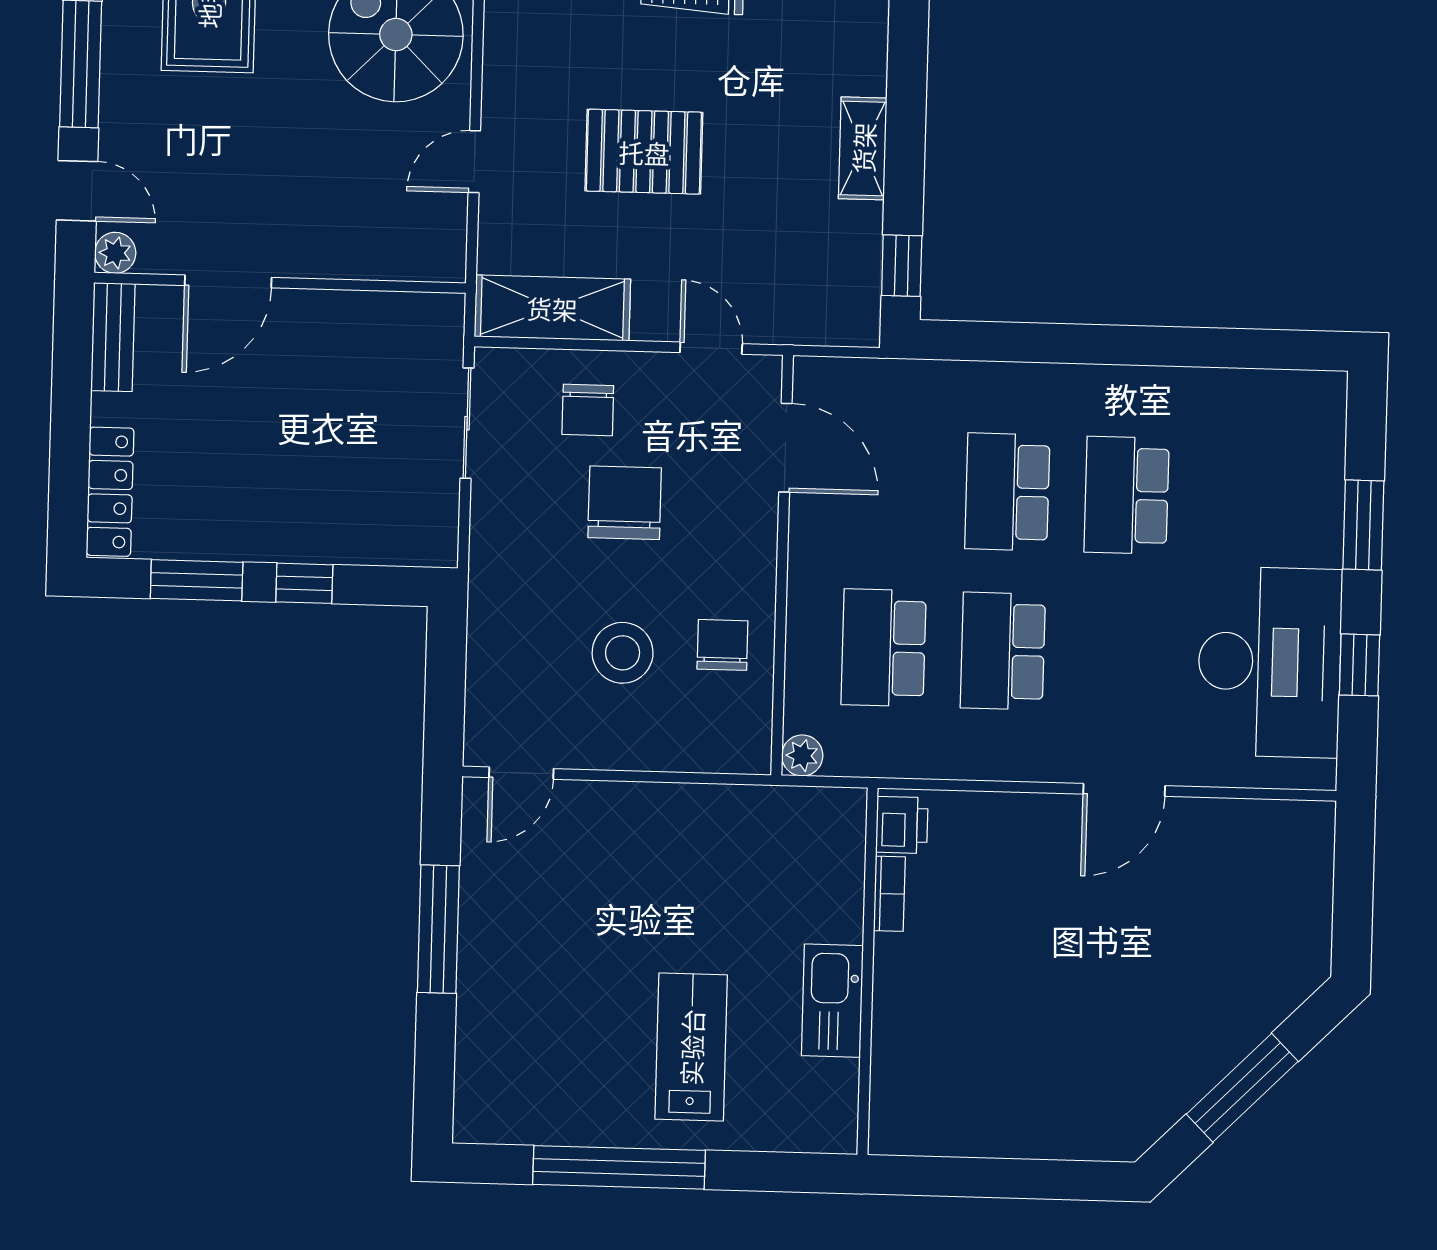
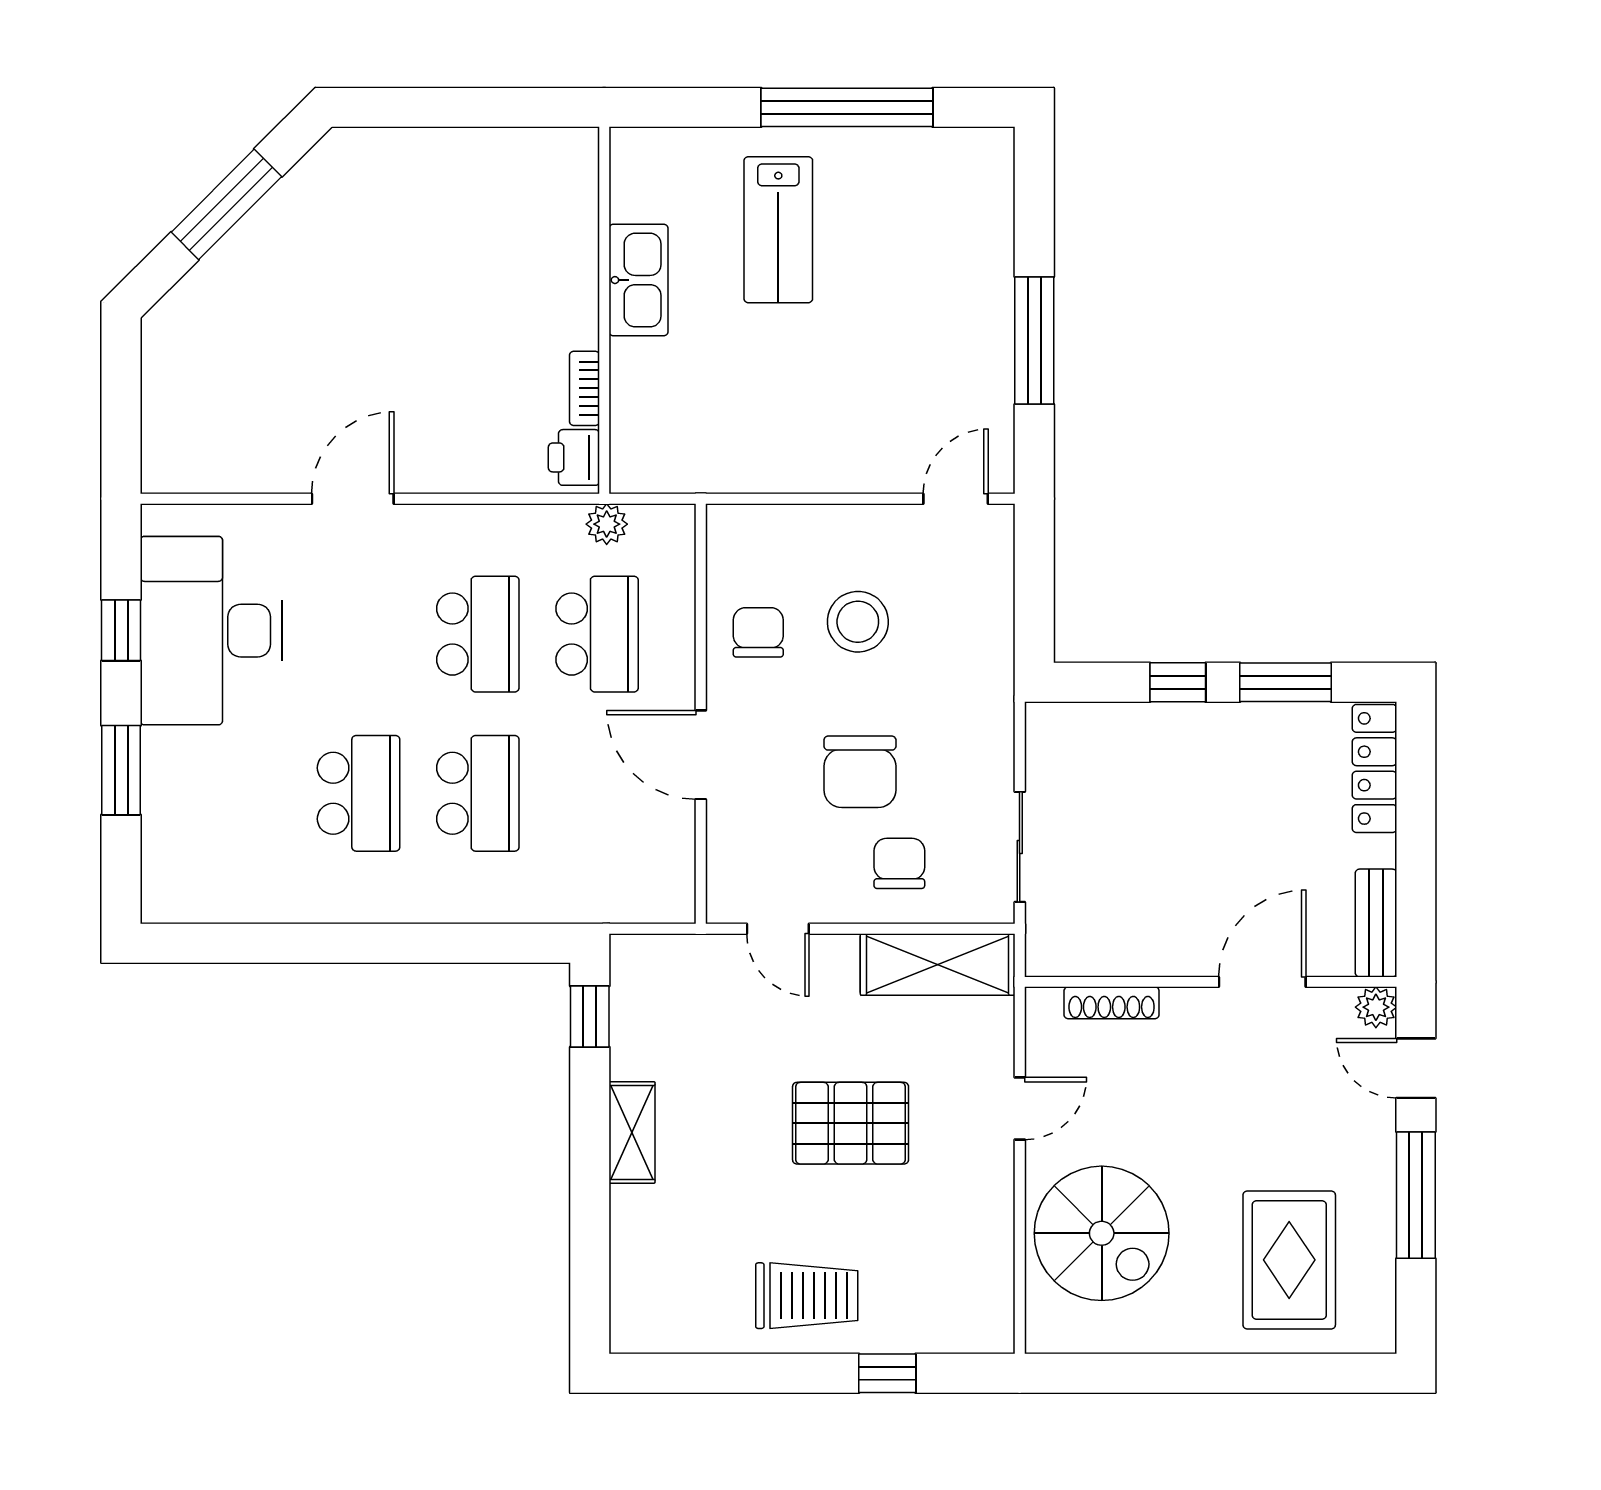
shoe rack: (380, 265) -> (1112, 1003), added
door: (785, 448) -> (701, 755), moved
chair: (722, 645) -> (758, 632), turned 180
plant: (802, 756) -> (607, 524), moved

